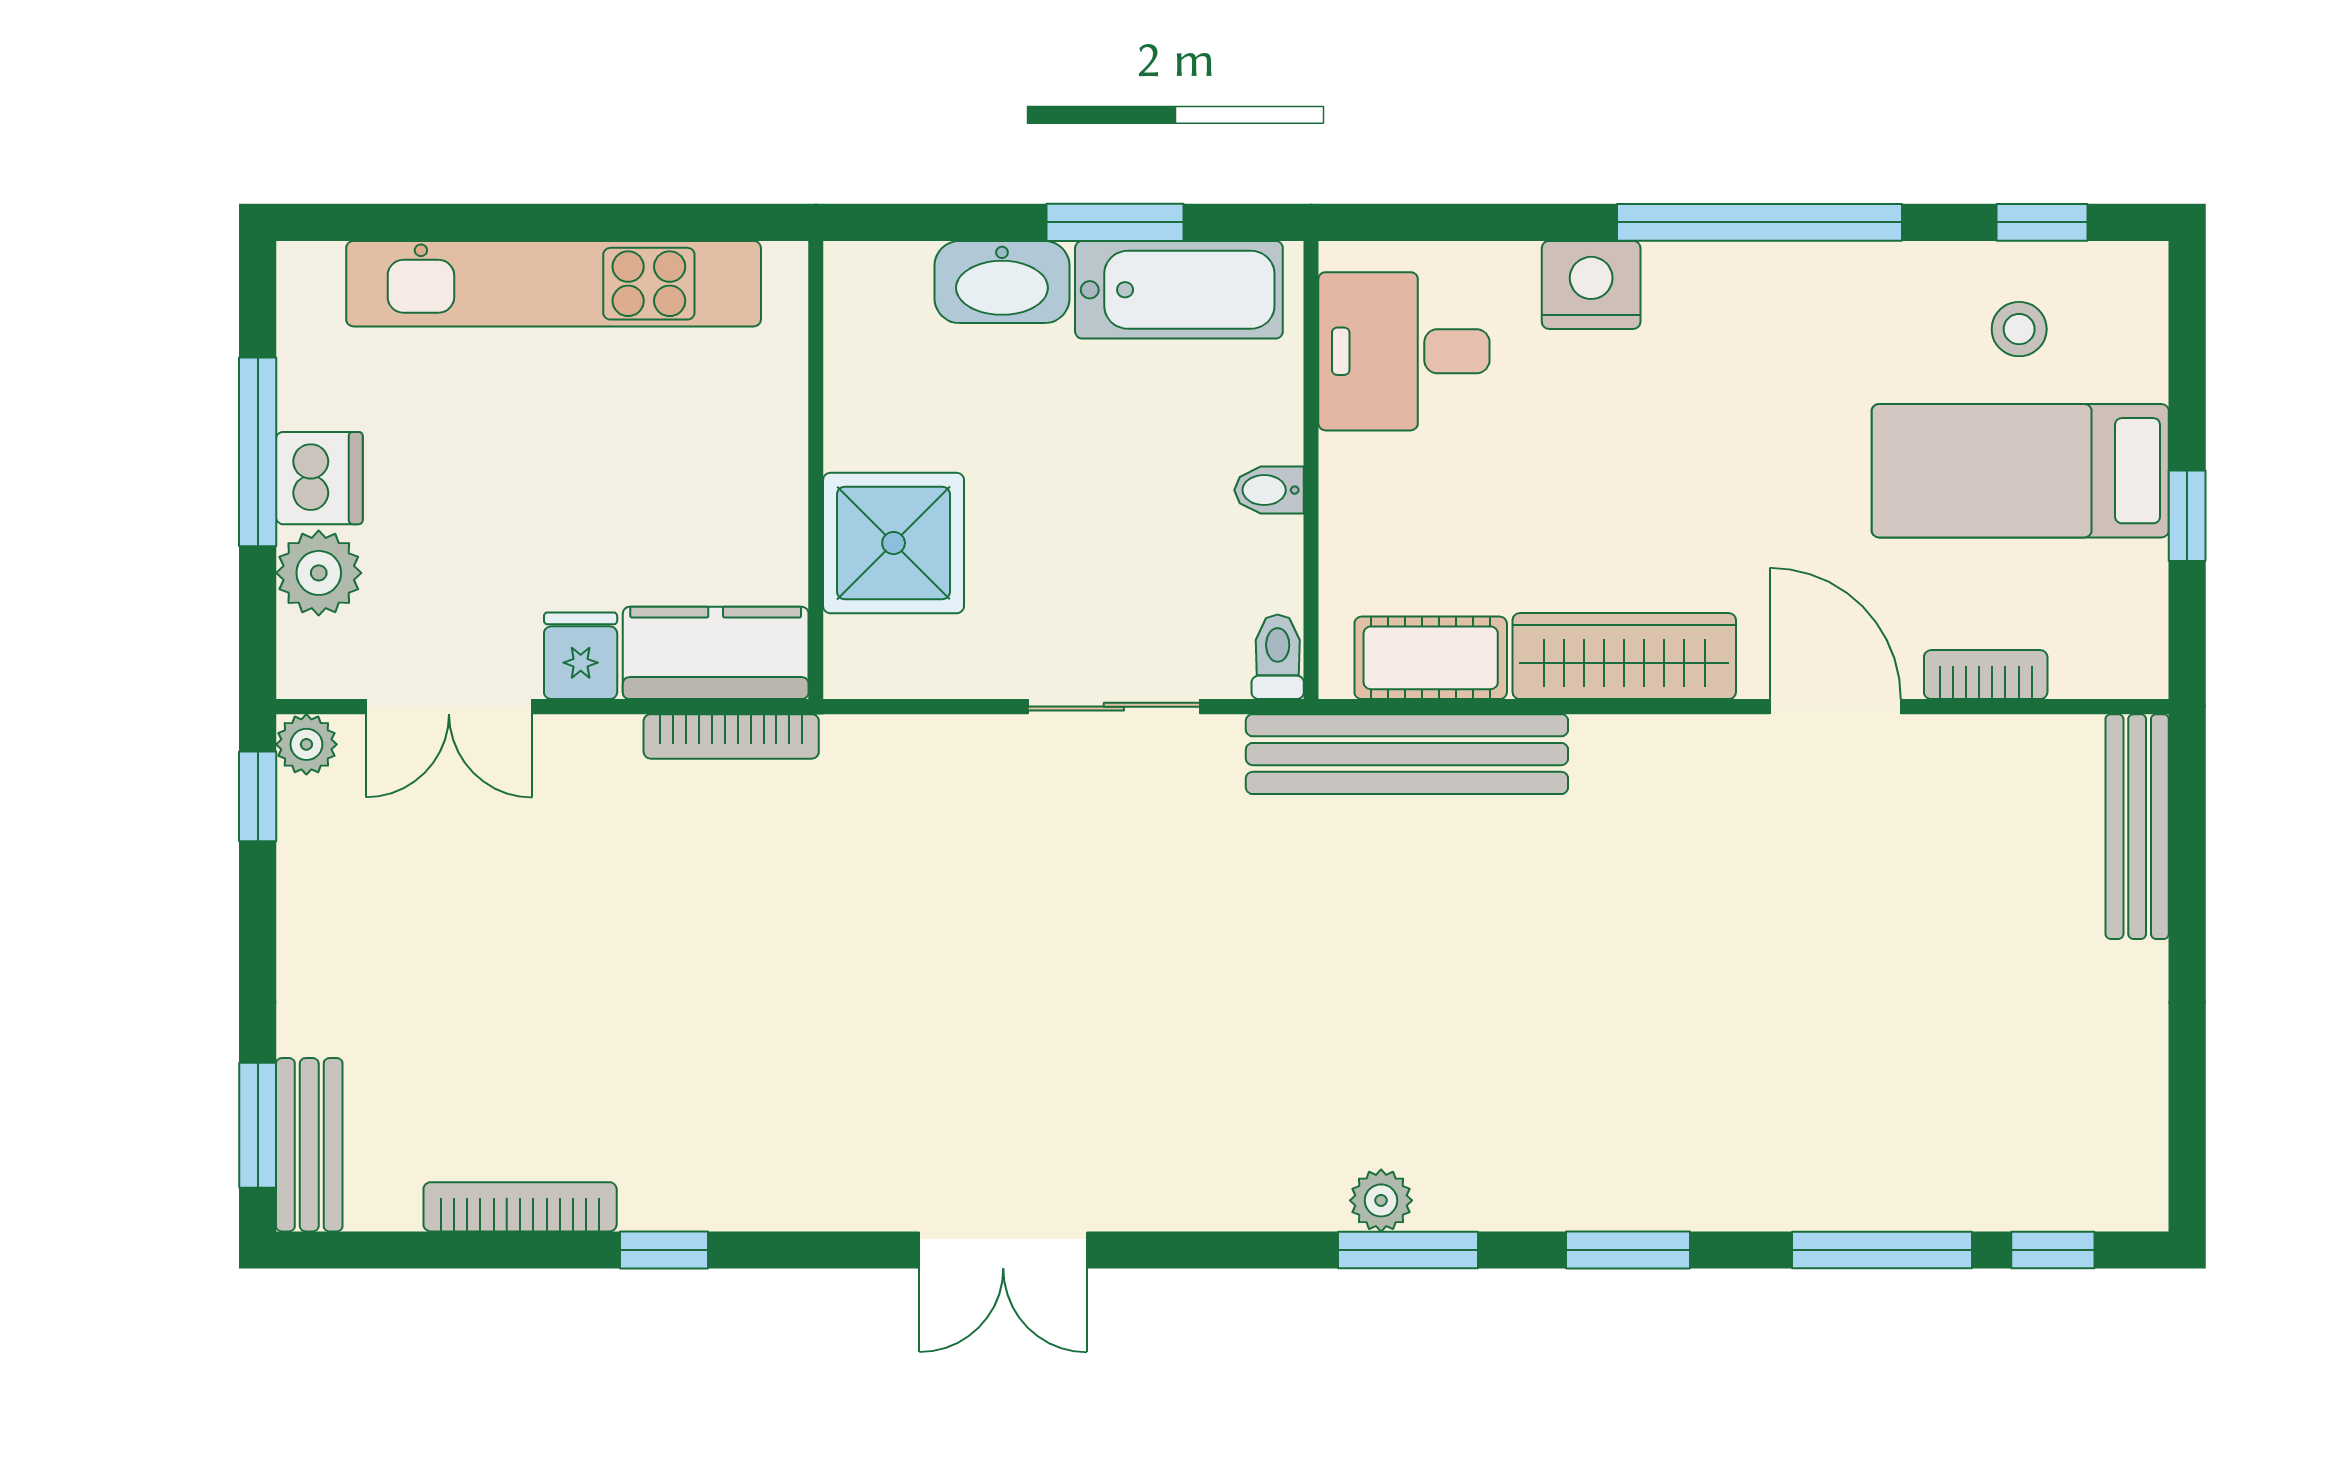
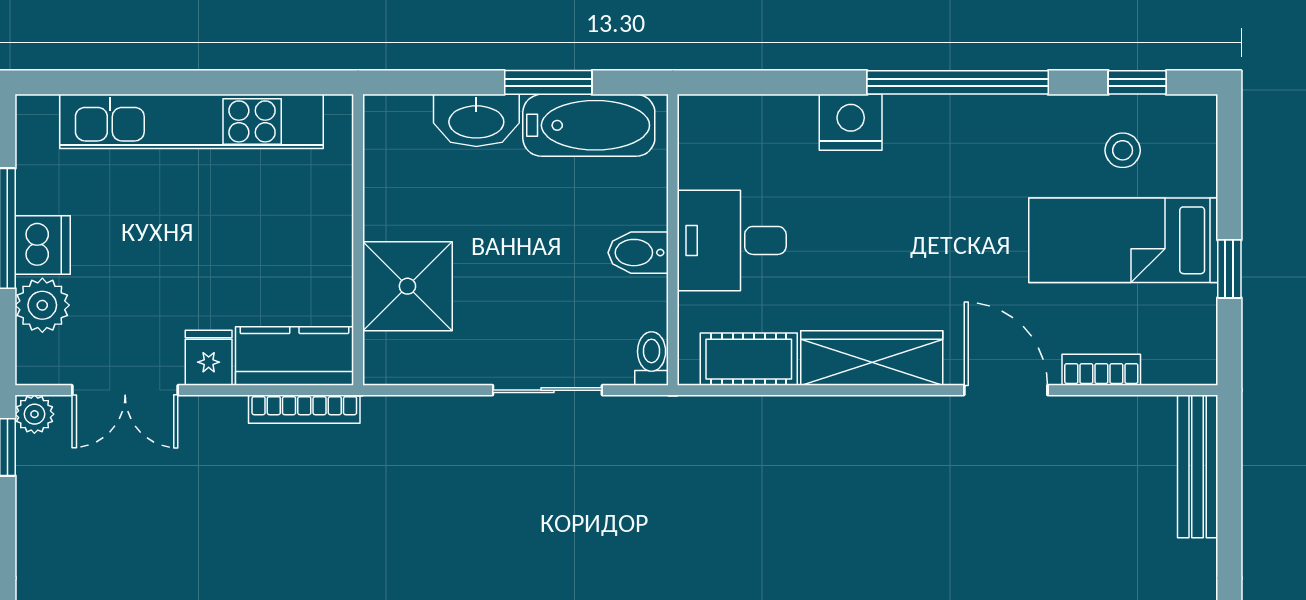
desk: (1404, 351) -> (732, 240), moved
bidet: (1269, 490) -> (638, 253), width x1.38, depth x1.36
bench: (1407, 754) -> (734, 420), removed

